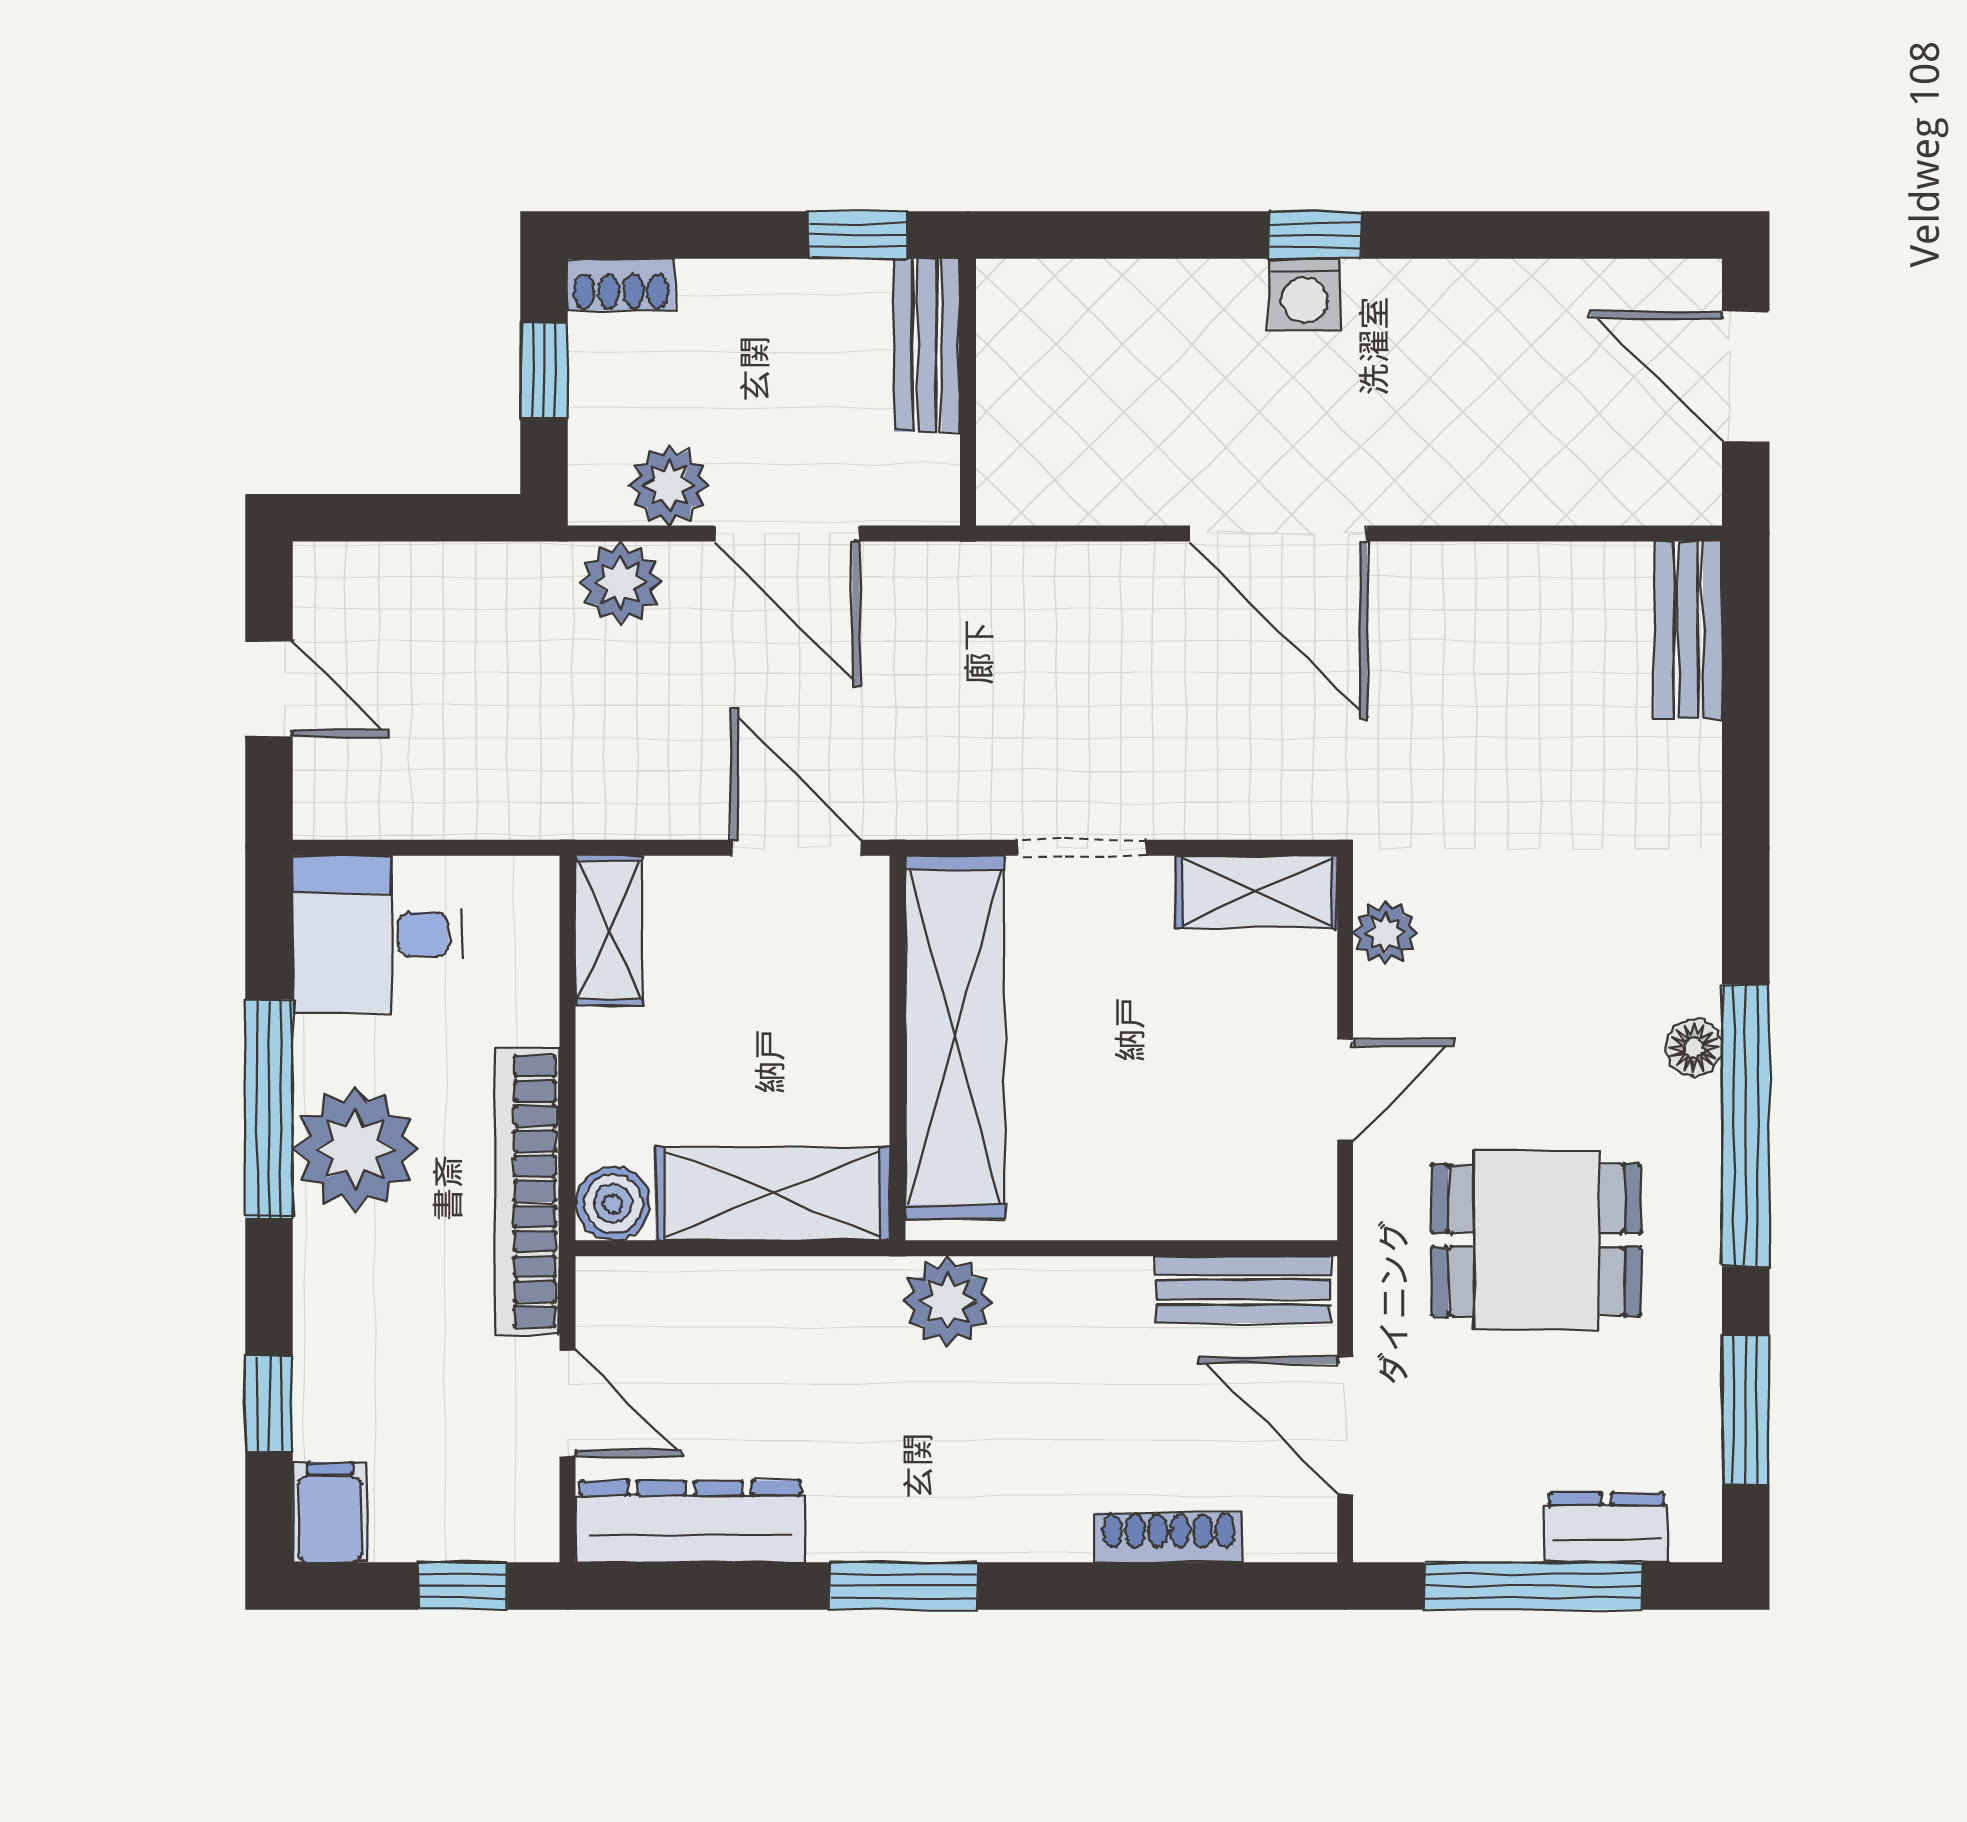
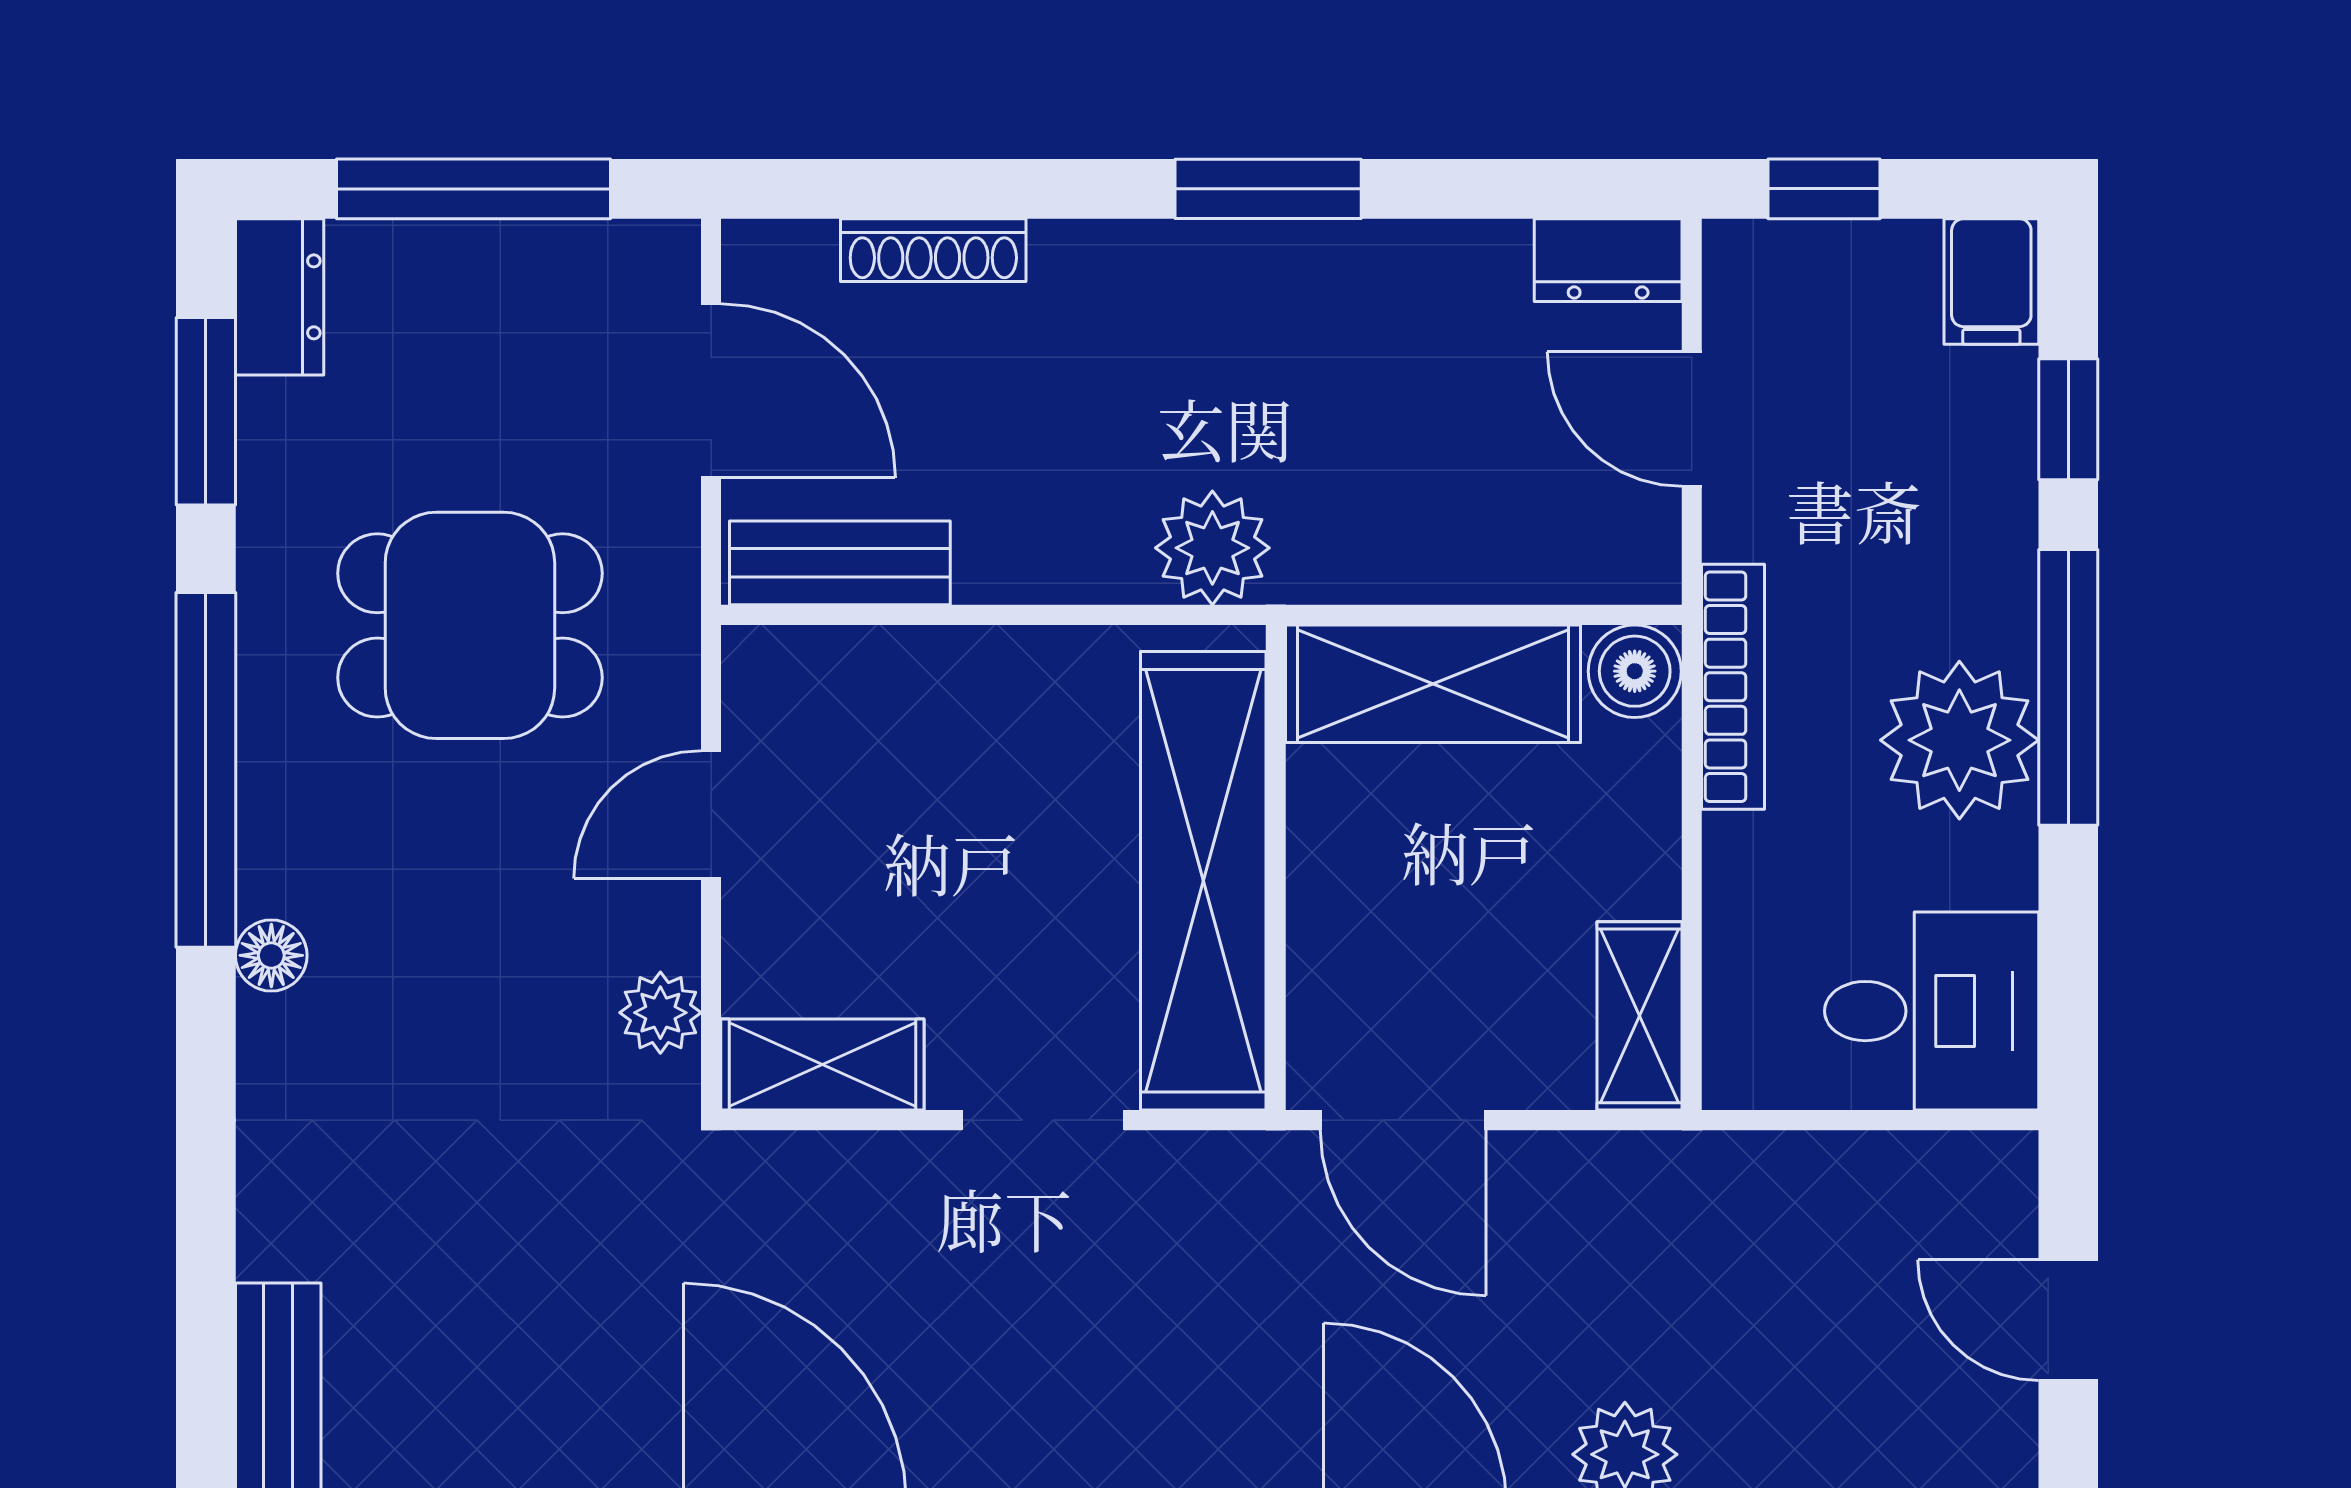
floor lamp: (1694, 1048) -> (271, 955), moved
window: (269, 1109) -> (2068, 687), moved
bookcase: (527, 1191) -> (1733, 687), width x0.68, depth x0.76
dresser: (690, 1521) -> (1608, 260), width x0.51, depth x0.80
dresser: (1606, 1528) -> (280, 297), moved, turned -90

